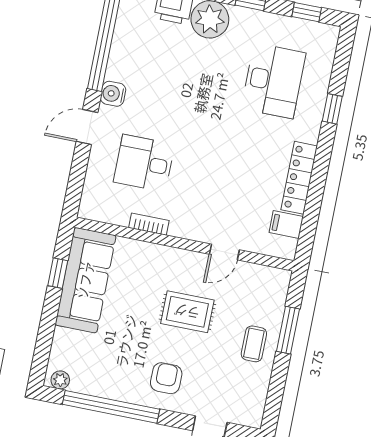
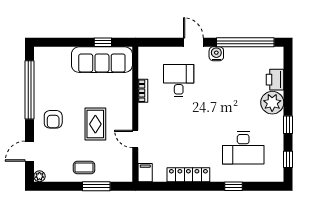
filing cabinet: (286, 225) -> (145, 173), moved
armchair: (166, 378) -> (53, 119), turned 90
plant: (60, 380) -> (39, 176), moved

